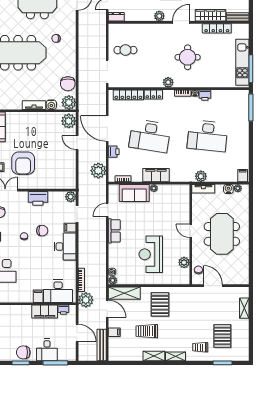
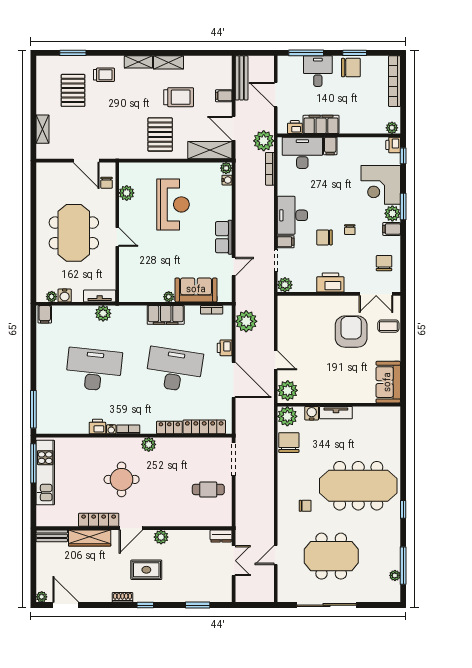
locker: (217, 28) -> (99, 520), moved

